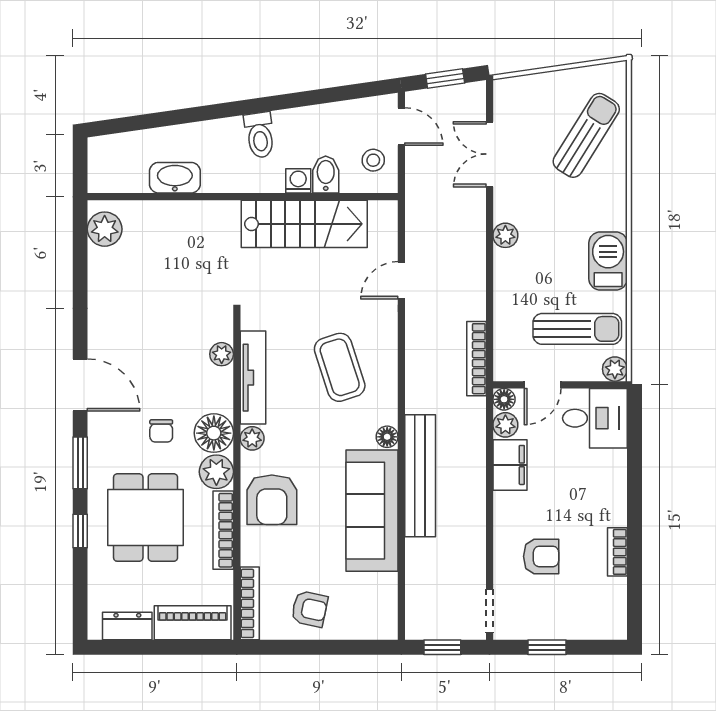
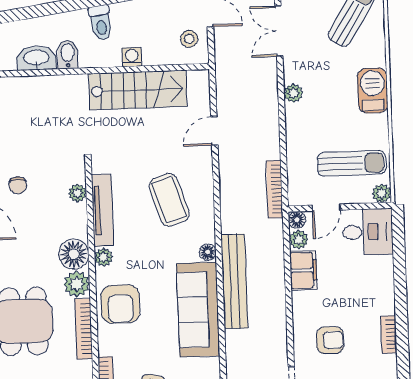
bidet: (326, 175) -> (68, 54), moved
barbecue: (608, 261) -> (373, 91), moved
chair: (161, 431) -> (18, 185), moved

